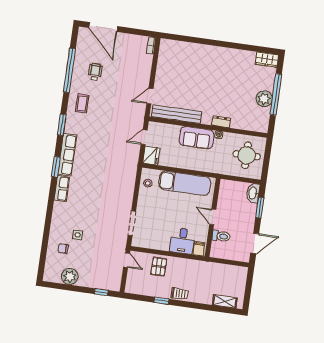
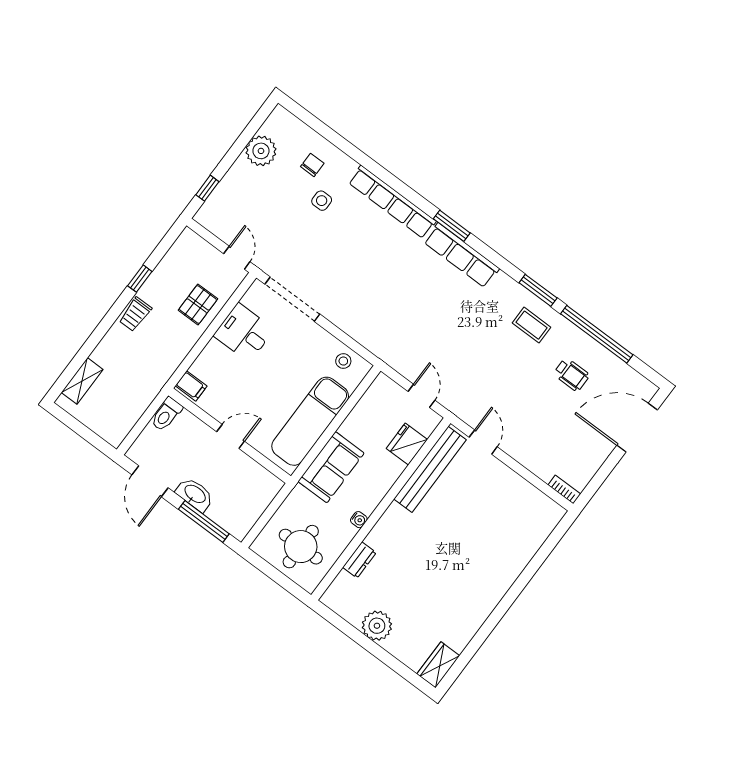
window: (276, 94) -> (374, 649), removed
dresser: (221, 122) -> (359, 560), moved
window: (62, 125) -> (538, 290), moved
sofa: (197, 138) -> (331, 467), moved, turned 180
fridge: (151, 155) -> (407, 444), moved, turned 90
row of seats: (62, 189) -> (392, 202), width x2.02
washbasin: (253, 193) -> (195, 494), moved
window: (260, 208) -> (204, 521), width x1.44
doorway: (132, 223) -> (292, 299), width x1.36
toilet: (221, 236) -> (166, 414), moved
desk: (182, 241) -> (244, 332), moved
door: (127, 260) -> (237, 258), swing flipped
pallet: (159, 267) -> (198, 304), turned 90

